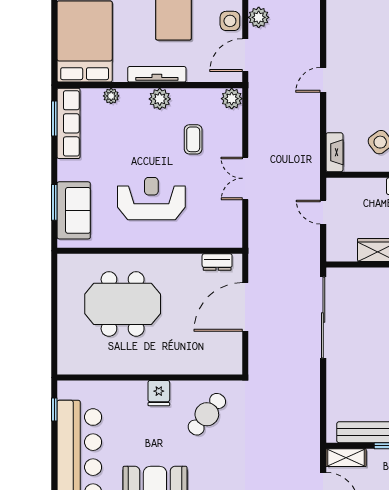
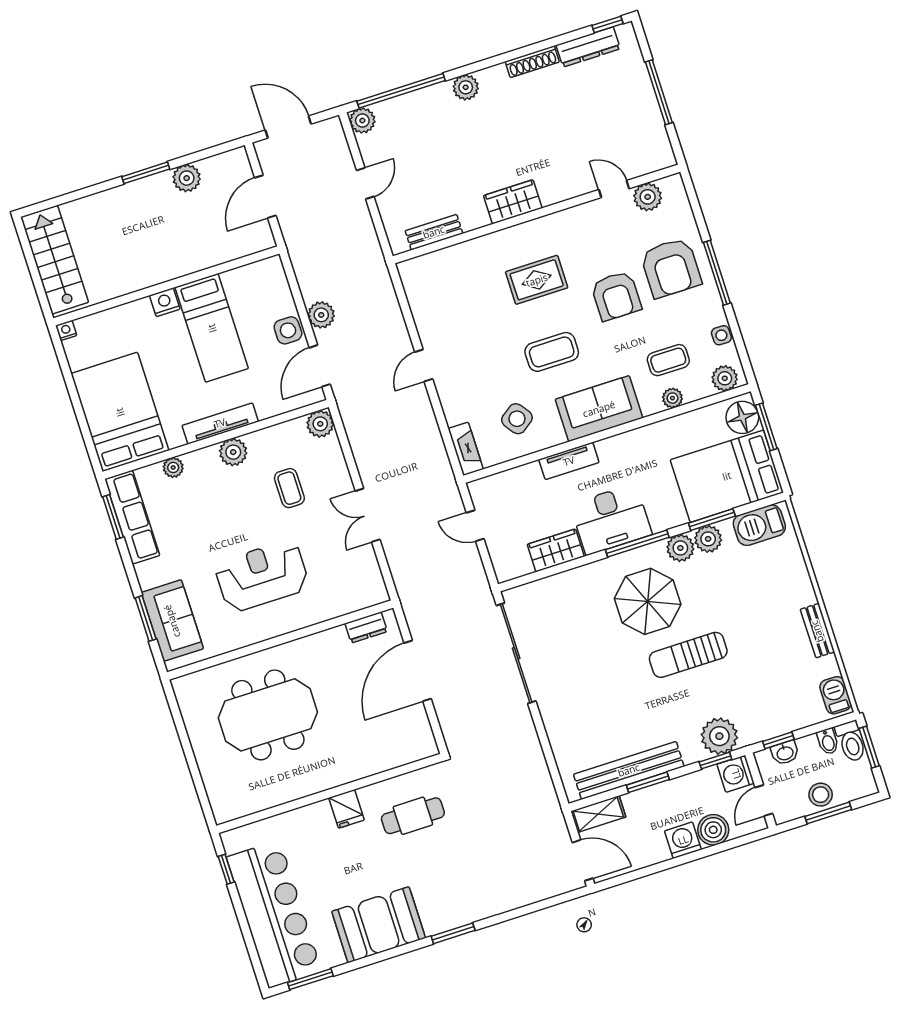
cafe table: (207, 414) -> (413, 816), turned 51

